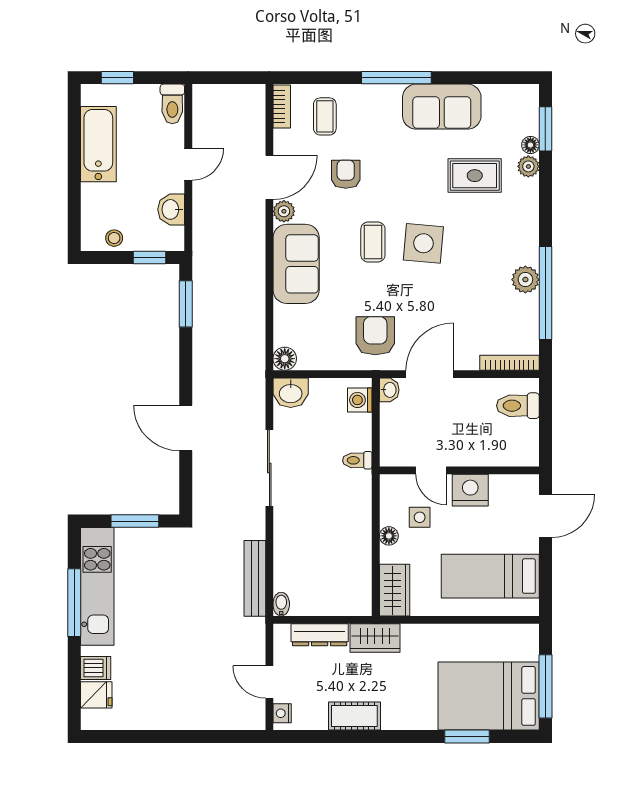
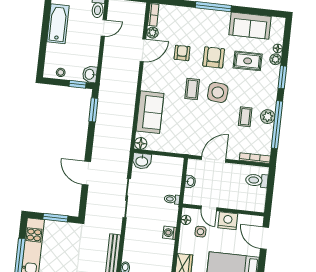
sofa: (442, 107) -> (250, 26), moved
coffee table: (325, 116) -> (245, 117), moved
window: (545, 129) -> (282, 77), moved
door: (188, 164) -> (104, 28), moved
washbasin: (171, 209) -> (90, 74), moved
plant: (284, 211) -> (153, 33), moved
sofa: (296, 264) -> (150, 112), moved
armchair: (375, 336) -> (214, 57), moved
washbasin: (389, 390) -> (190, 182), moved
washing machine: (360, 400) -> (170, 233), moved
door: (545, 516) -> (265, 238), swing flipped
floor lamp: (389, 536) -> (186, 220), moved

